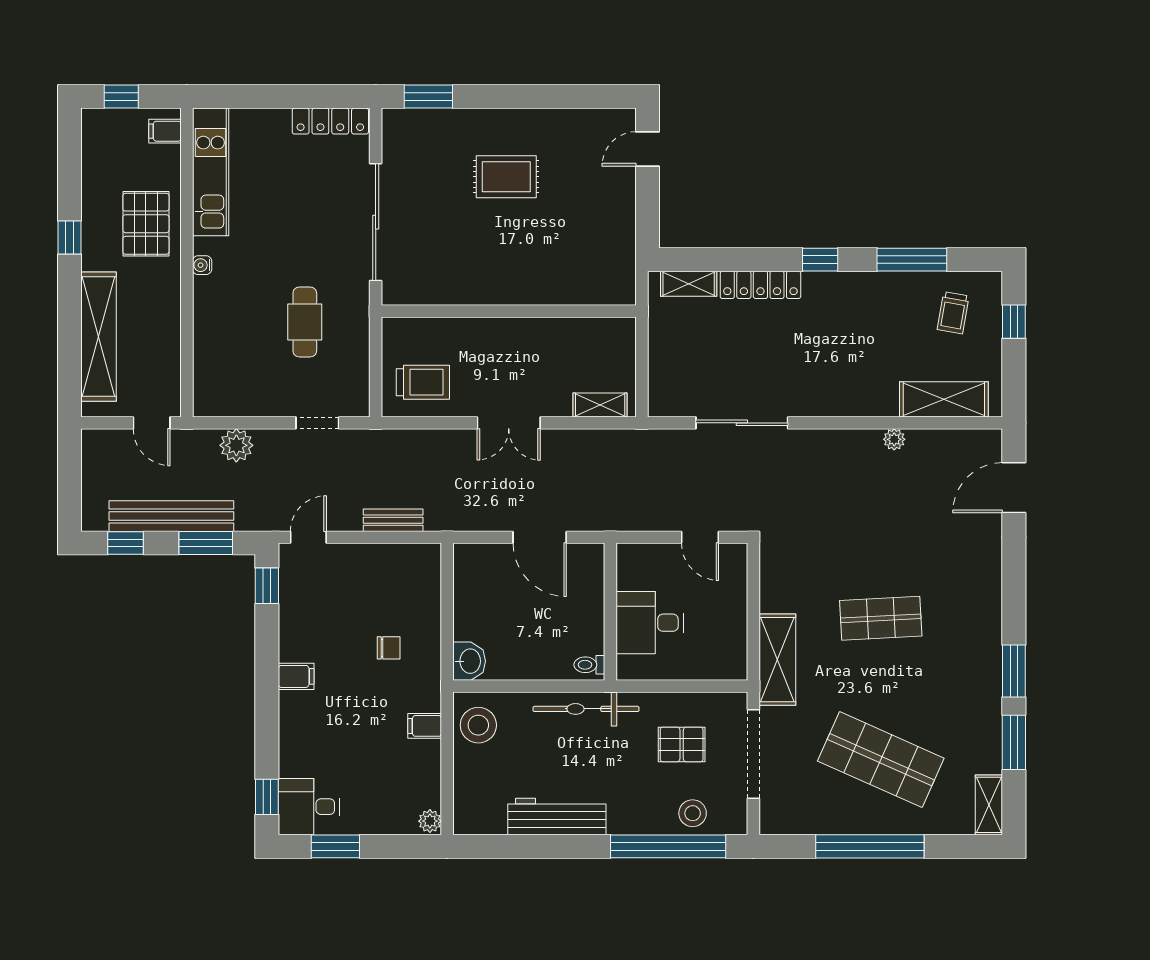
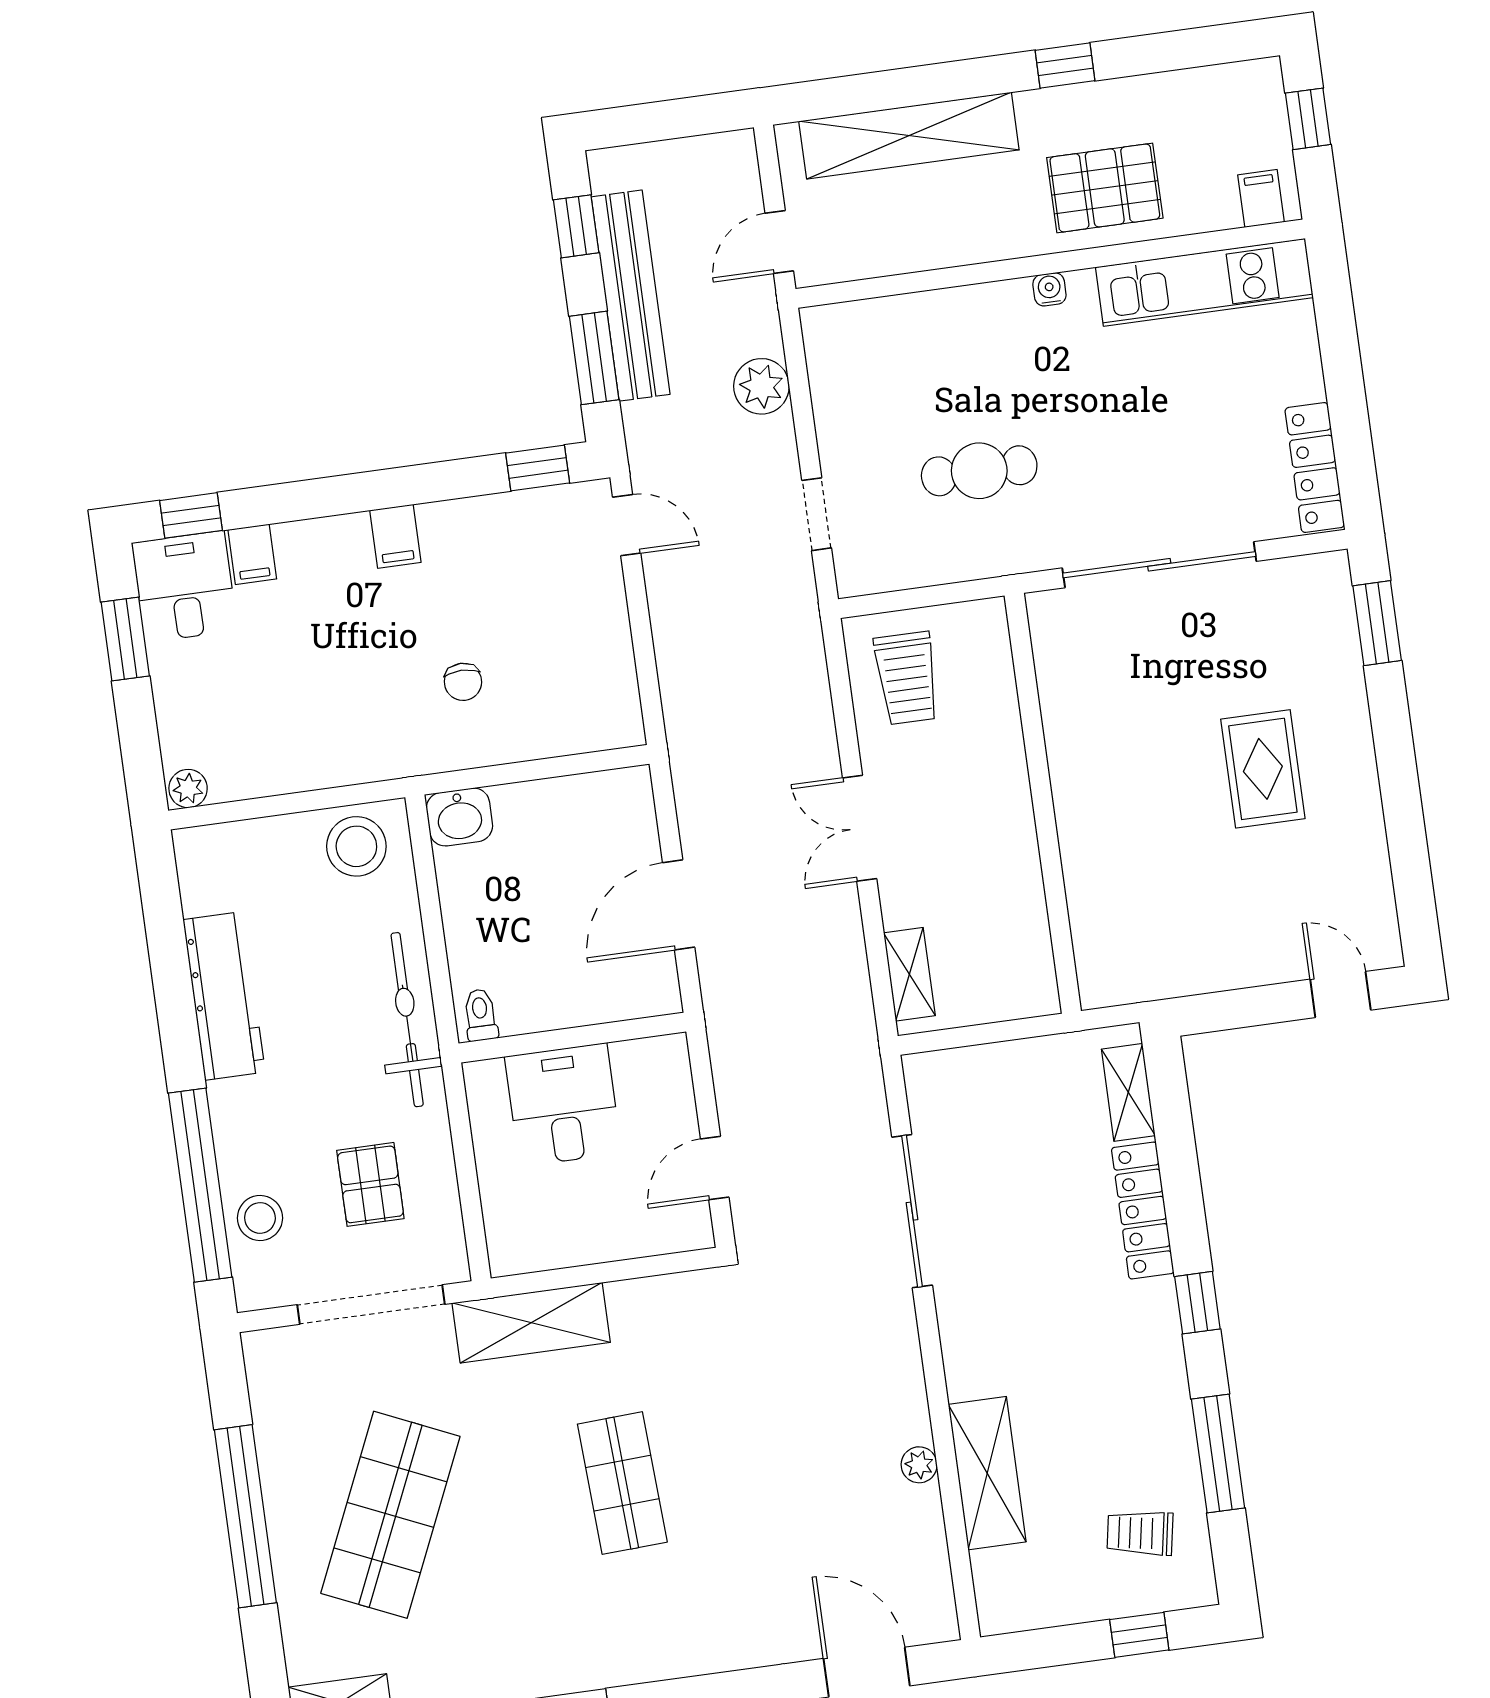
shelving: (944, 399) -> (987, 1473), moved
bench: (393, 520) -> (674, 660), removed
filing cabinet: (425, 726) -> (252, 554), moved, turned 180

